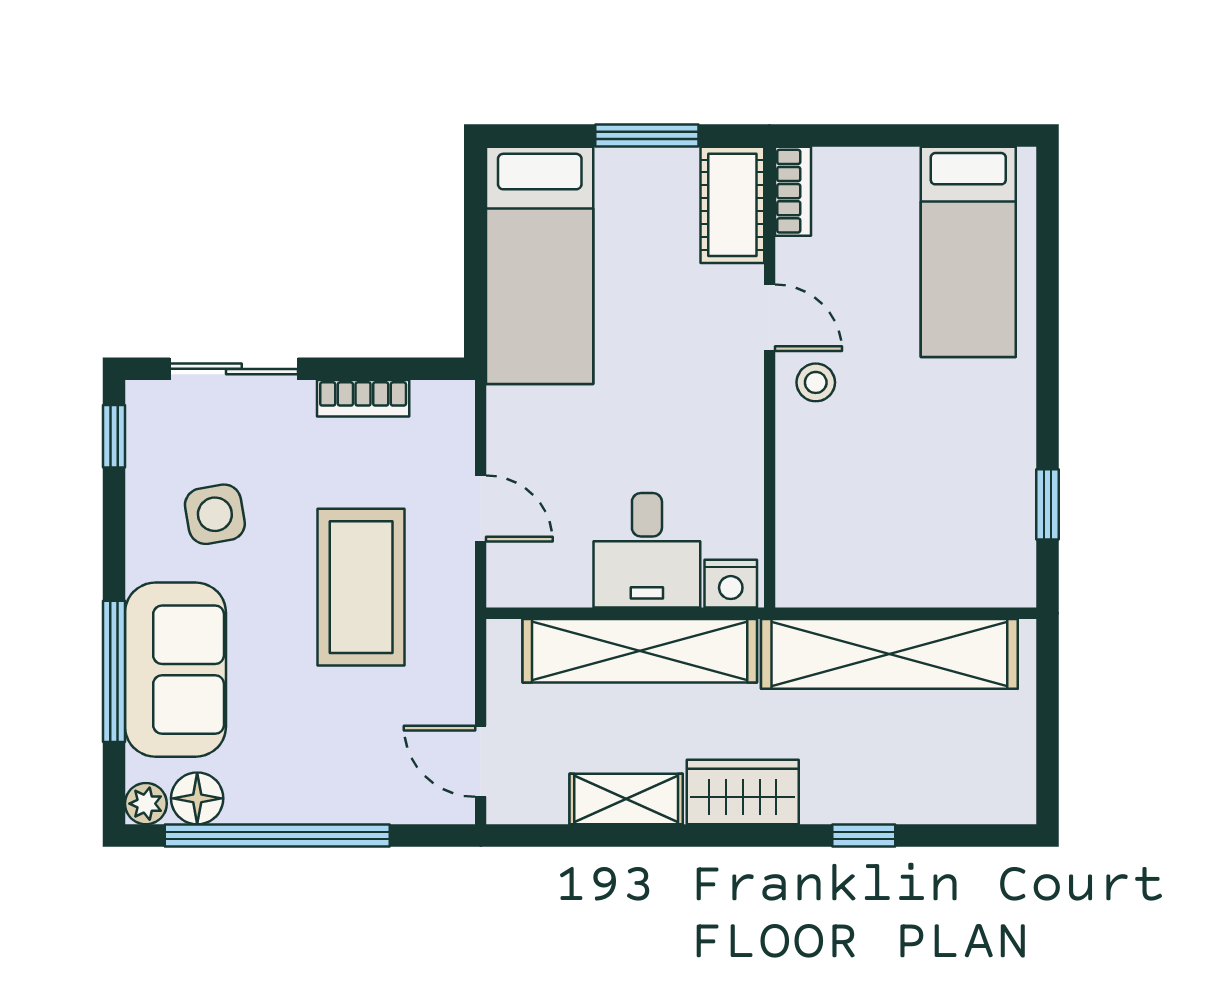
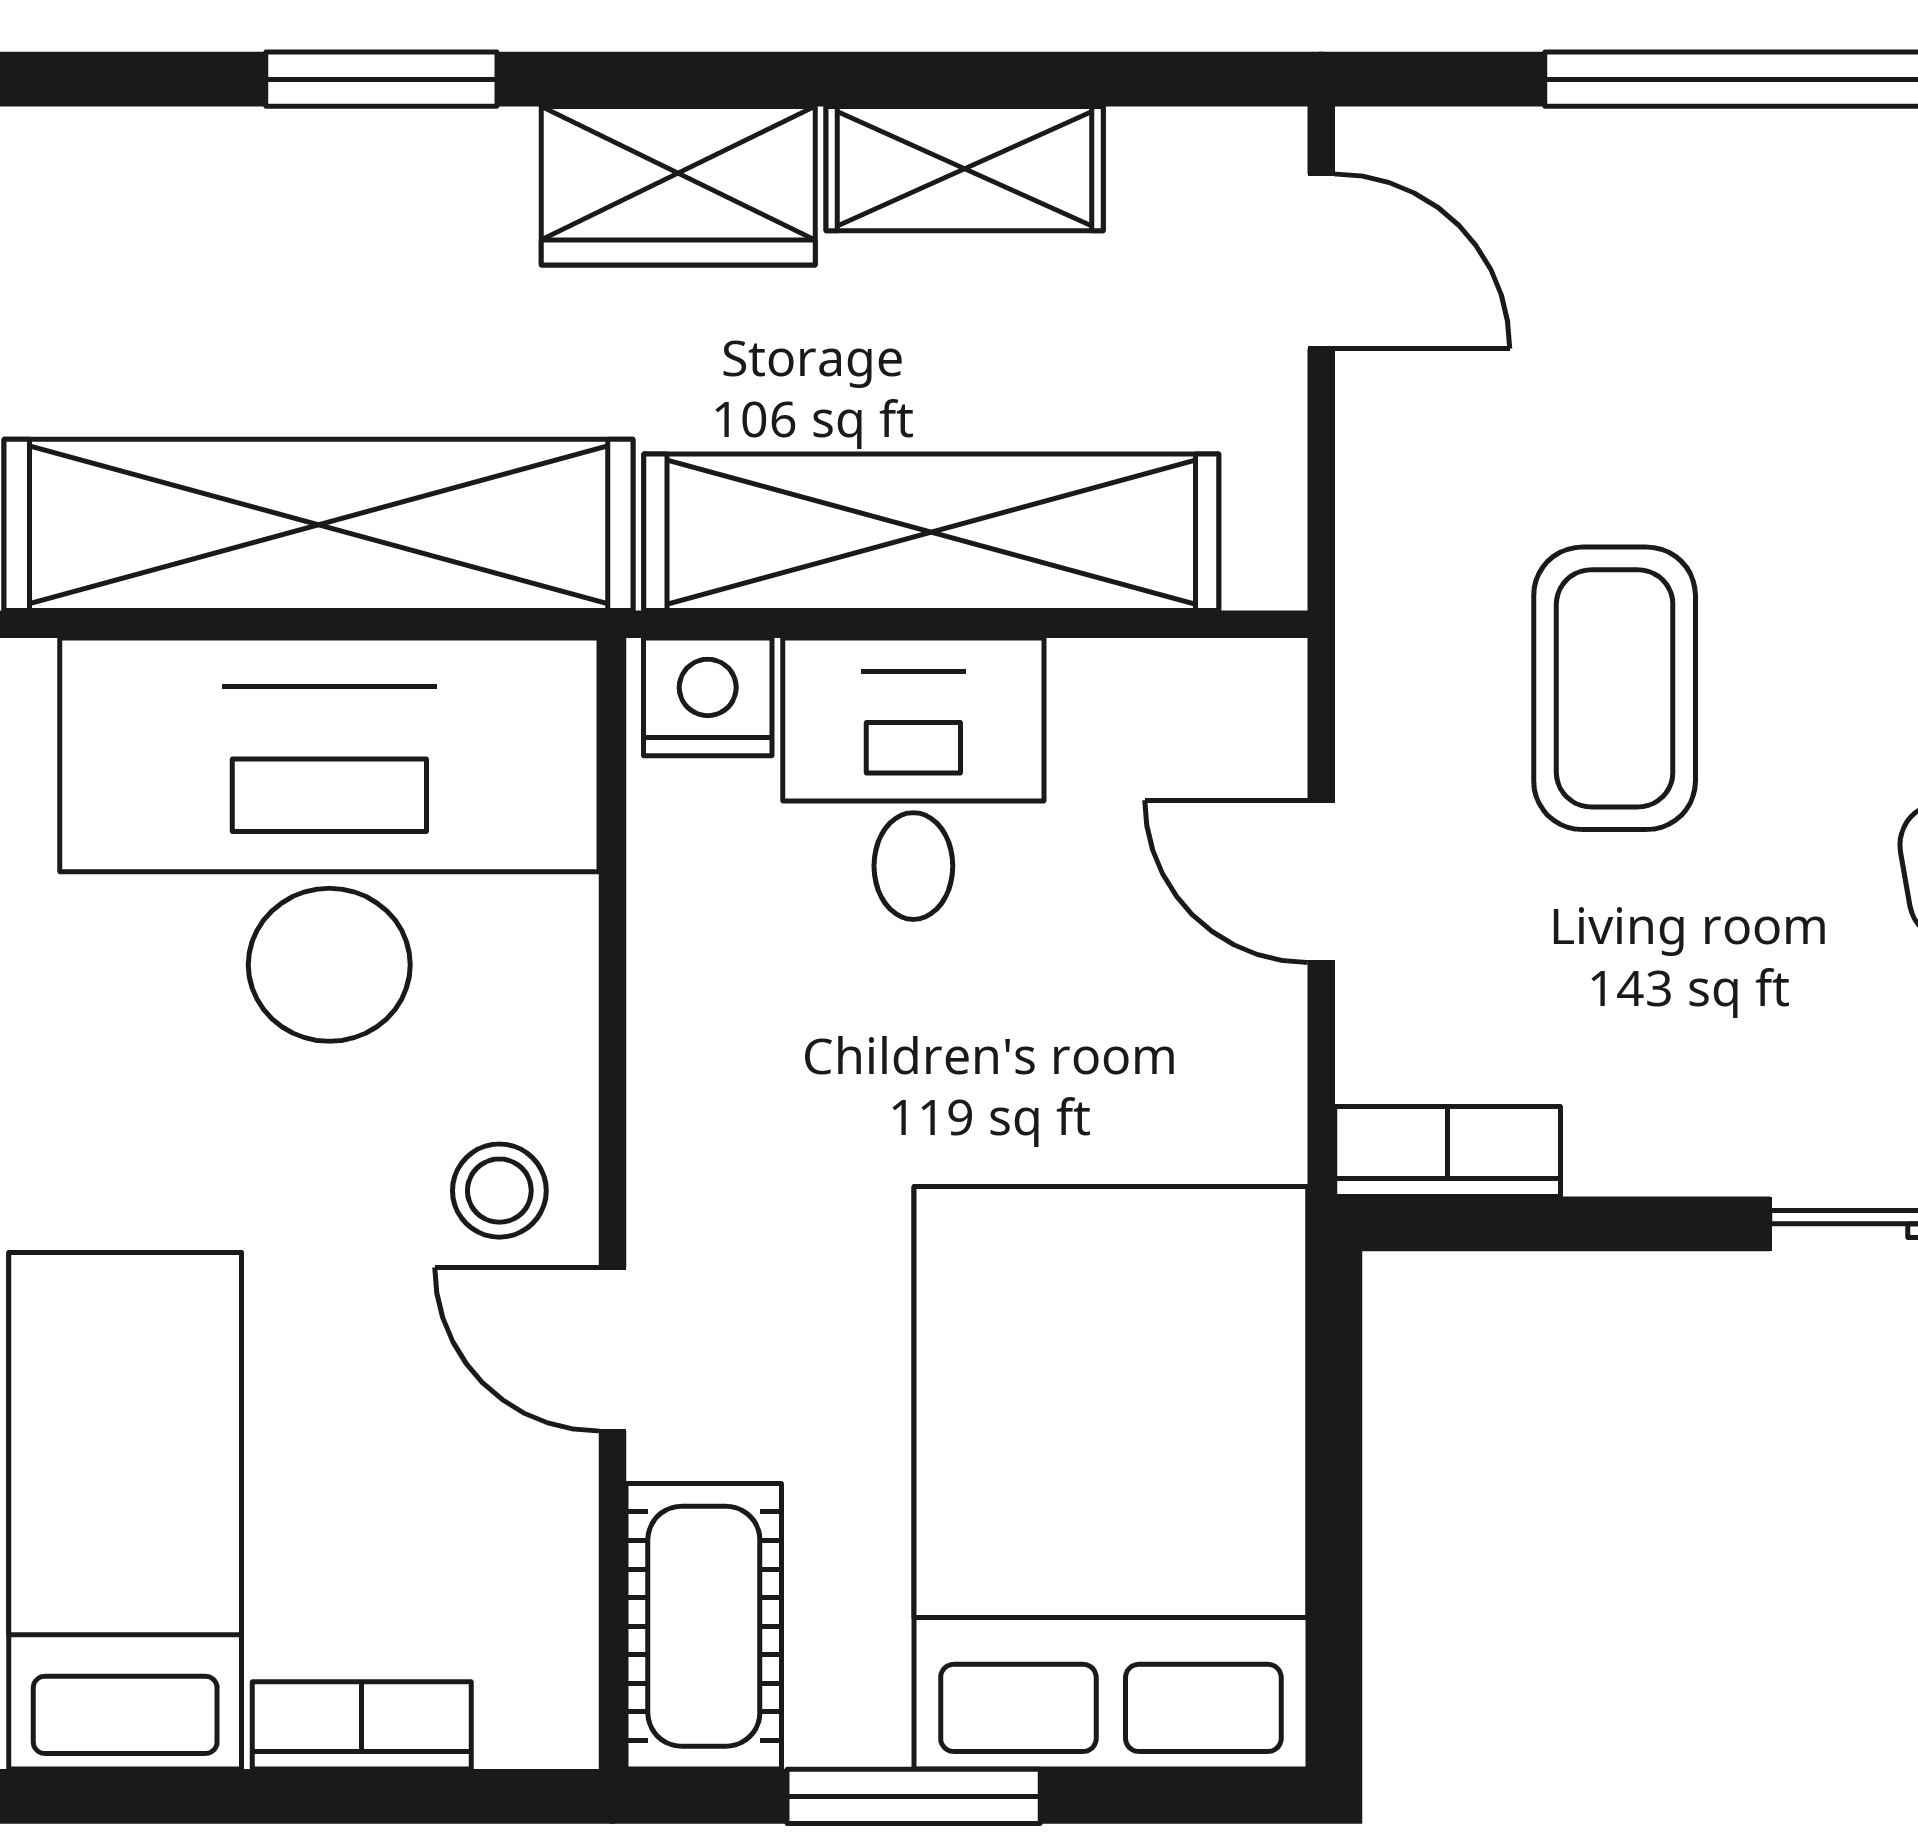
bookcase: (793, 191) -> (362, 1725), moved, turned 90
bed: (540, 265) -> (1111, 1478), width x1.50
bookcase: (363, 398) -> (1448, 1152), moved
desk: (885, 525) -> (329, 840), added
coffee table: (361, 587) -> (1615, 688), width x0.73, depth x0.76
window: (864, 836) -> (381, 79), width x1.50

